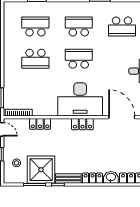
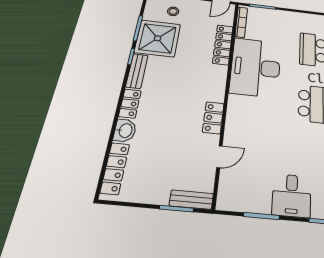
desk: (80, 99) -> (256, 67), moved
door: (122, 117) -> (219, 157), width x0.53
locker: (40, 124) -> (223, 45), width x1.53
locker: (82, 124) -> (213, 118), moved

